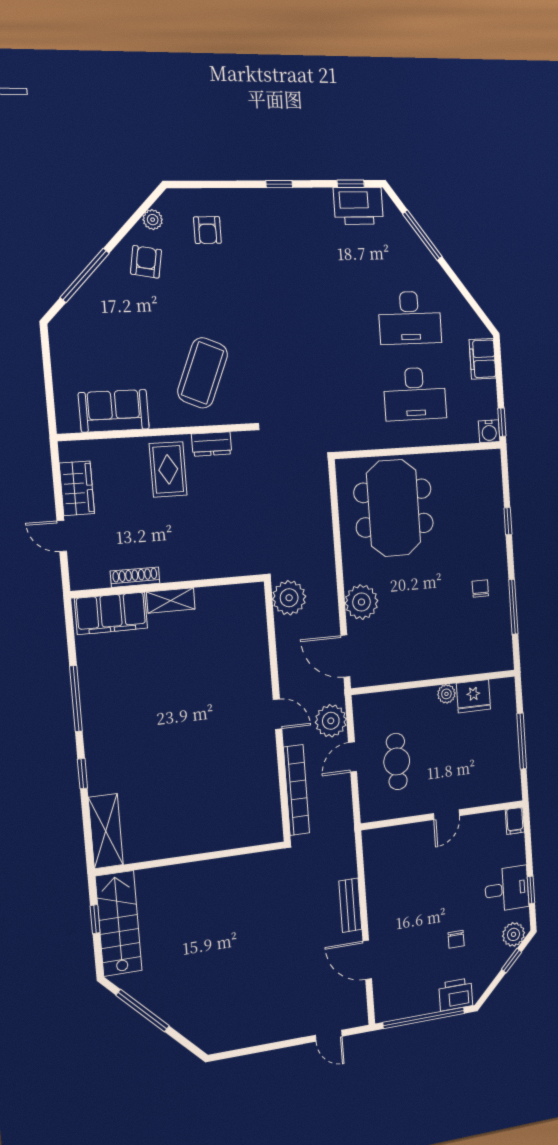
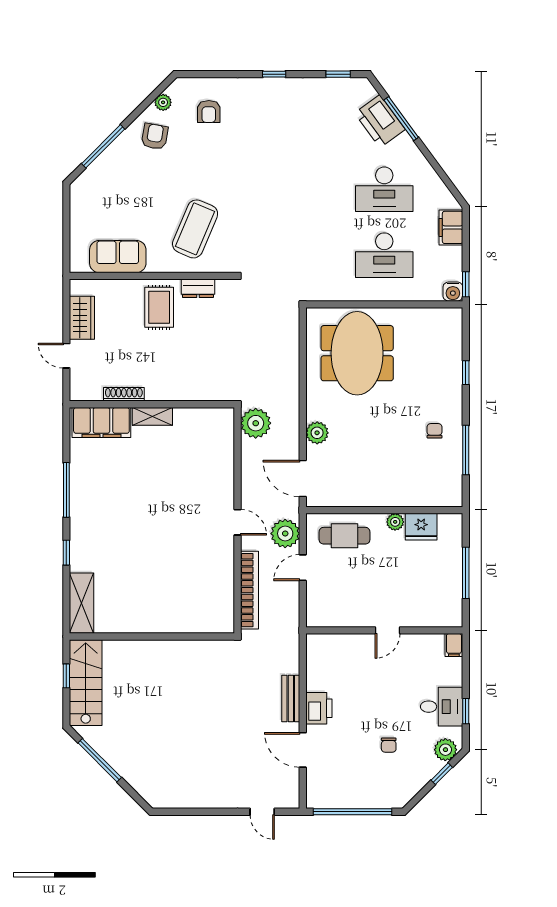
printer: (358, 206) -> (380, 121), moved, turned 54
plant: (361, 602) -> (317, 433), width x0.73, depth x0.73
cafe table: (397, 761) -> (345, 536), moved, turned 90
printer: (456, 994) -> (319, 708), moved, turned 90

